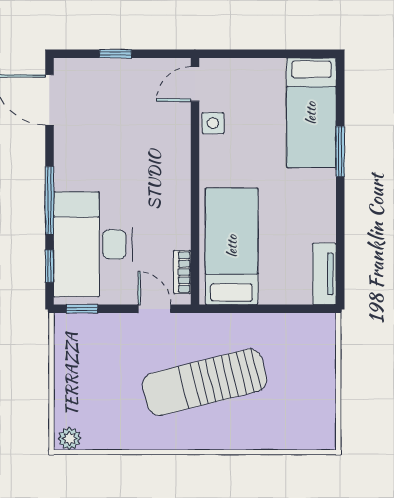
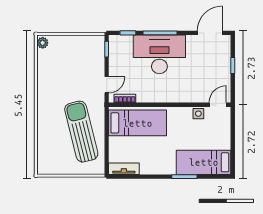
door: (195, 84) -> (218, 105), hinge flipped
desk: (93, 244) -> (159, 54), moved
sun lounger: (205, 382) -> (81, 132), moved

